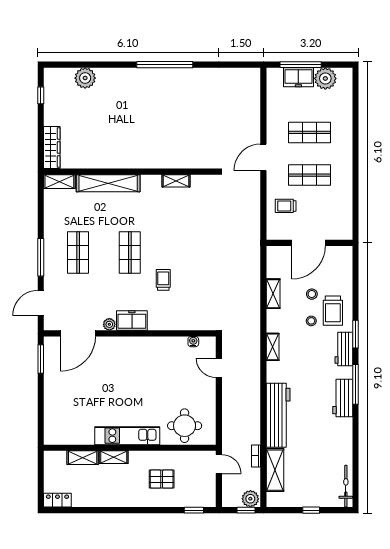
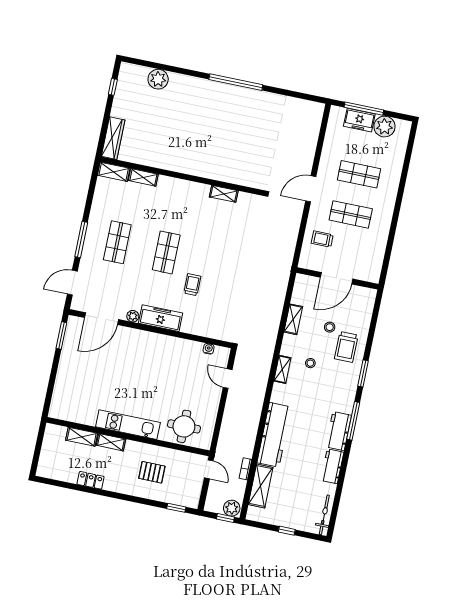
shelving: (108, 183) -> (143, 177), width x0.45, depth x0.75
freezer: (132, 320) -> (161, 318), width x1.40
stool: (311, 321) -> (310, 363), moved
workbench: (344, 349) -> (332, 466), moved
locker: (57, 500) -> (91, 480), moved

